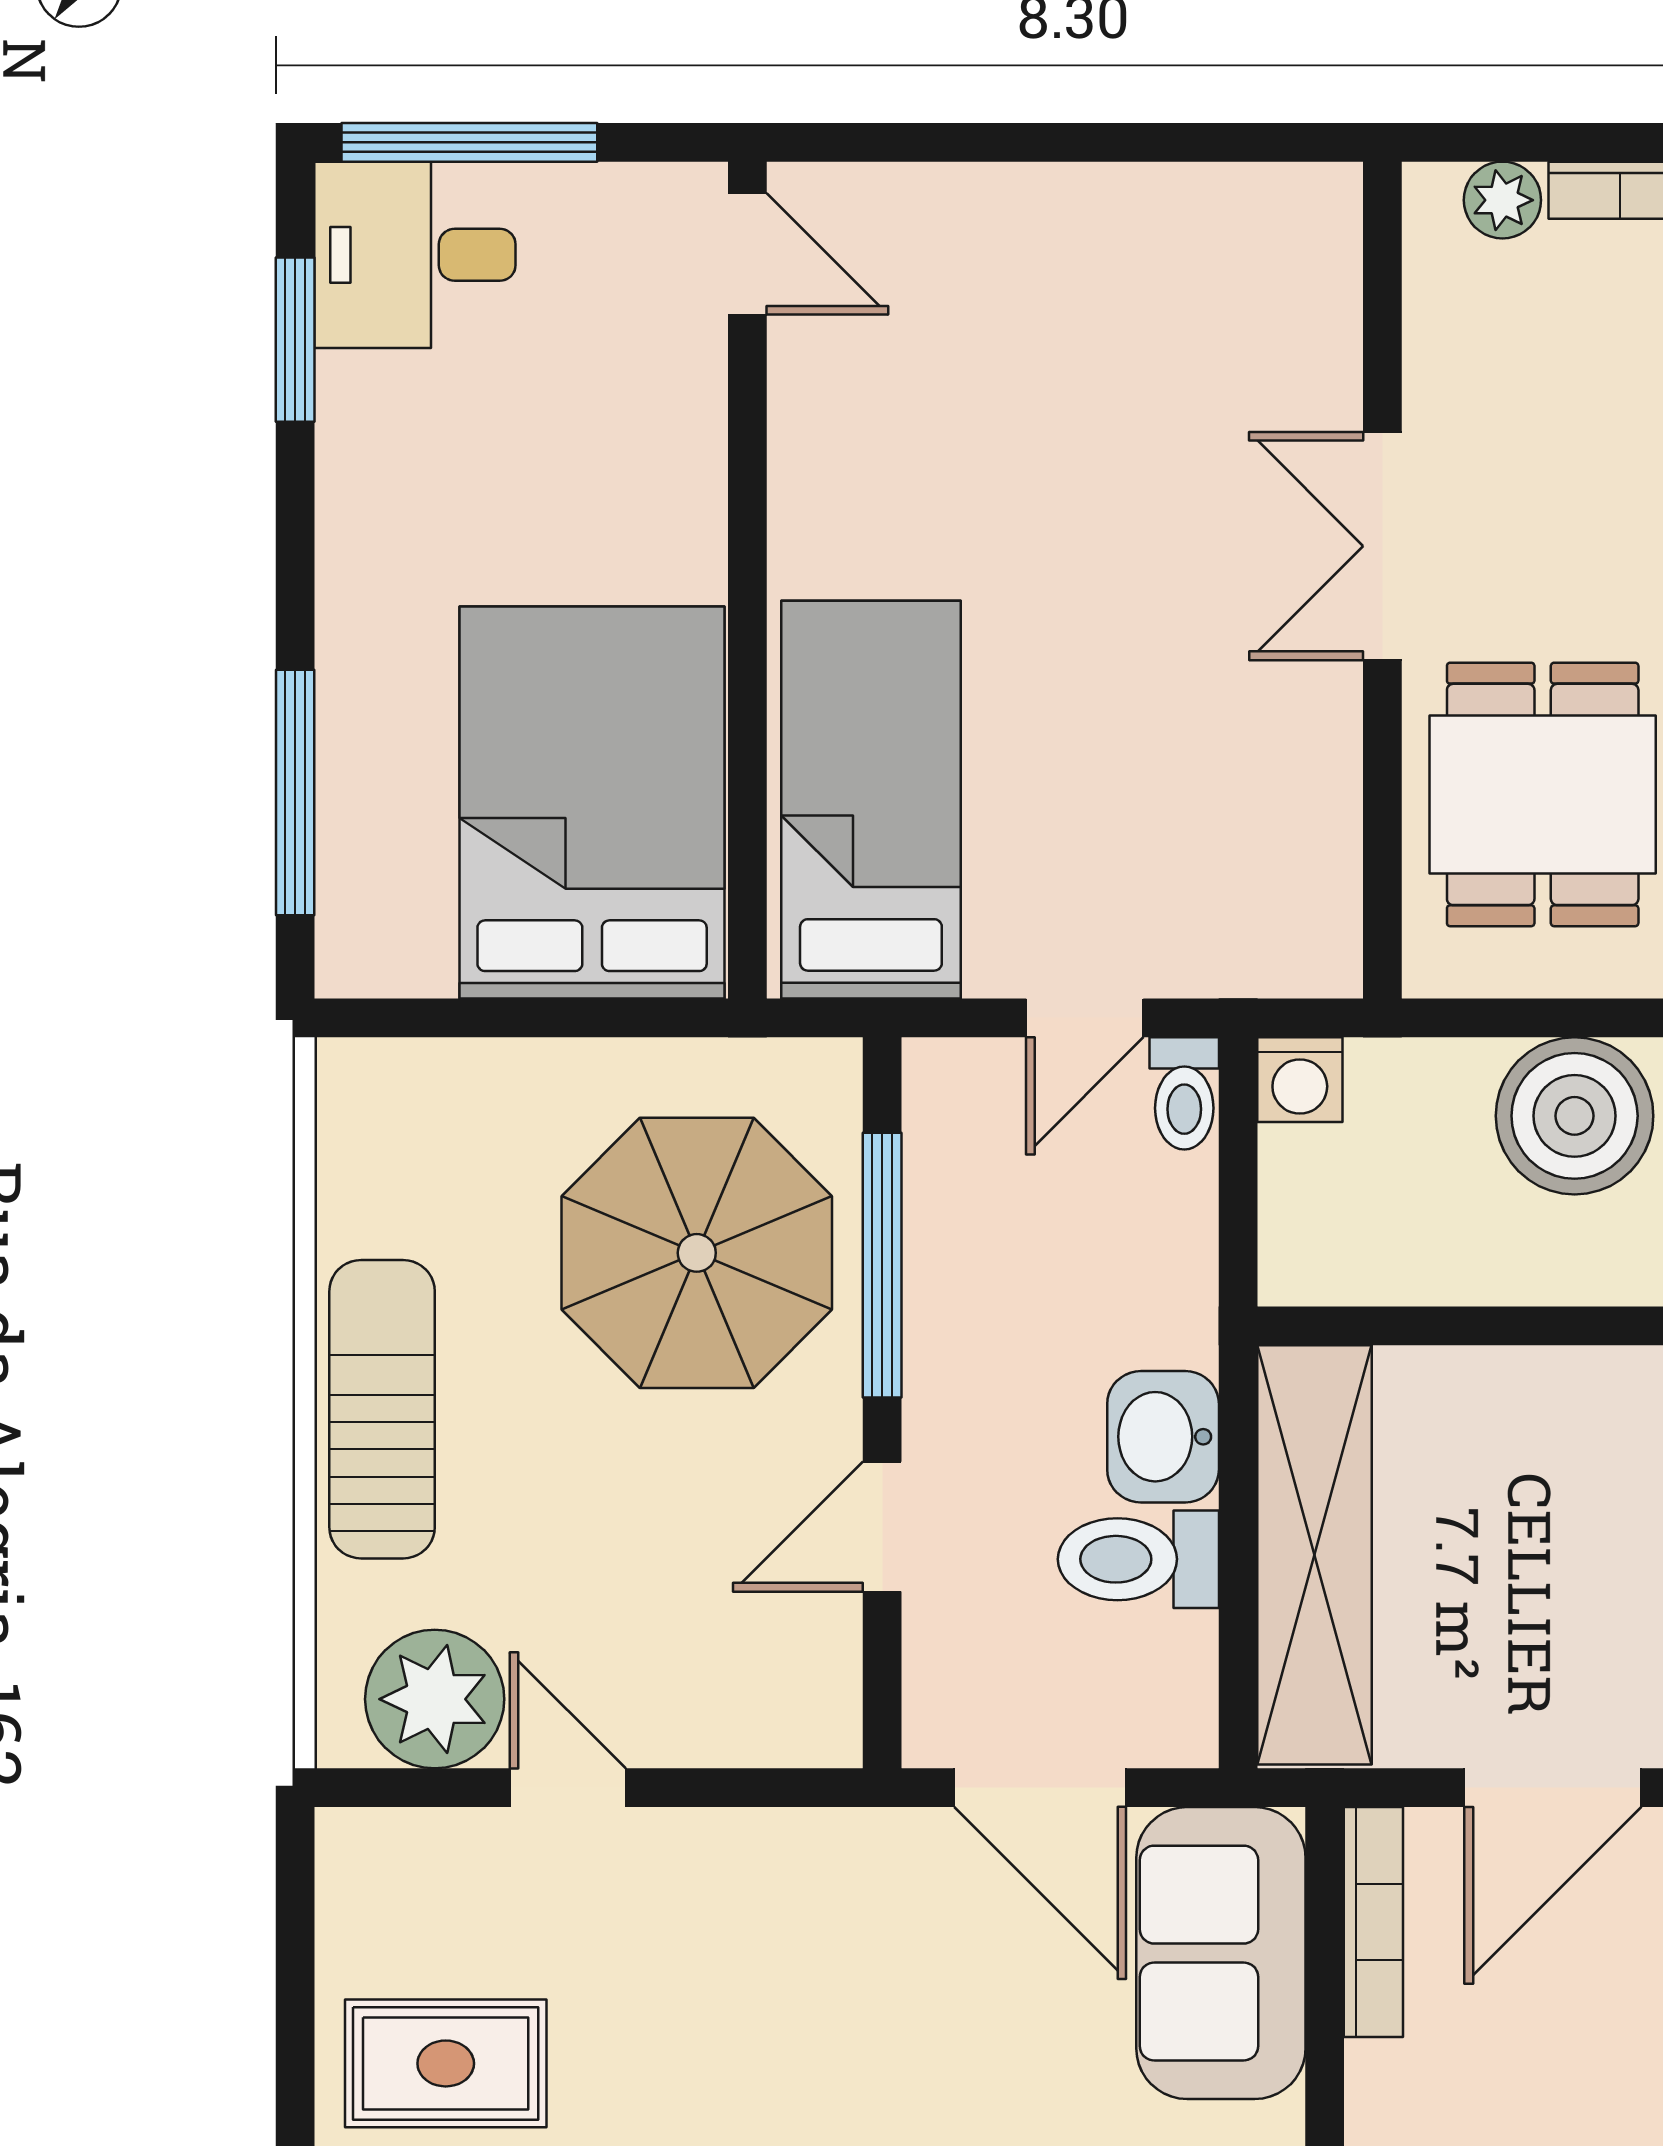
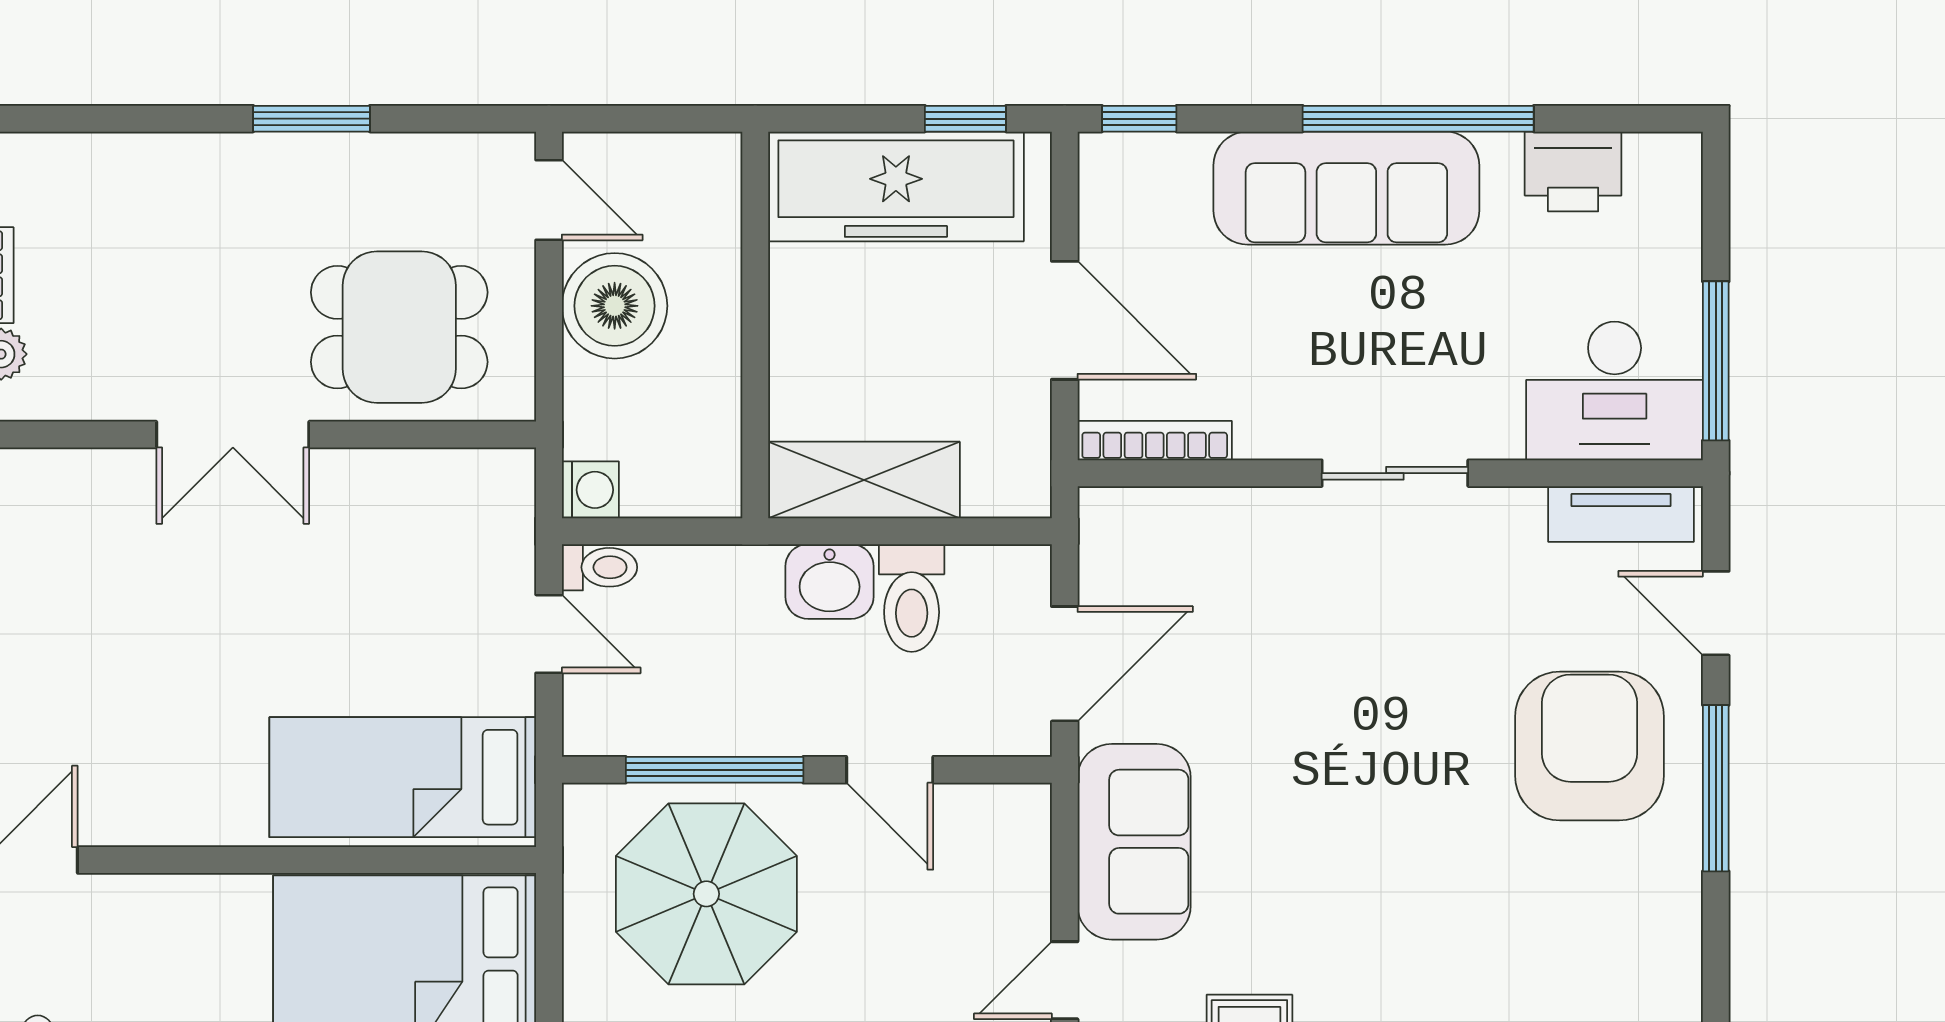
shelving: (1314, 1555) -> (864, 480), width x0.68
sofa: (1221, 1953) -> (1134, 842), moved, turned -90

